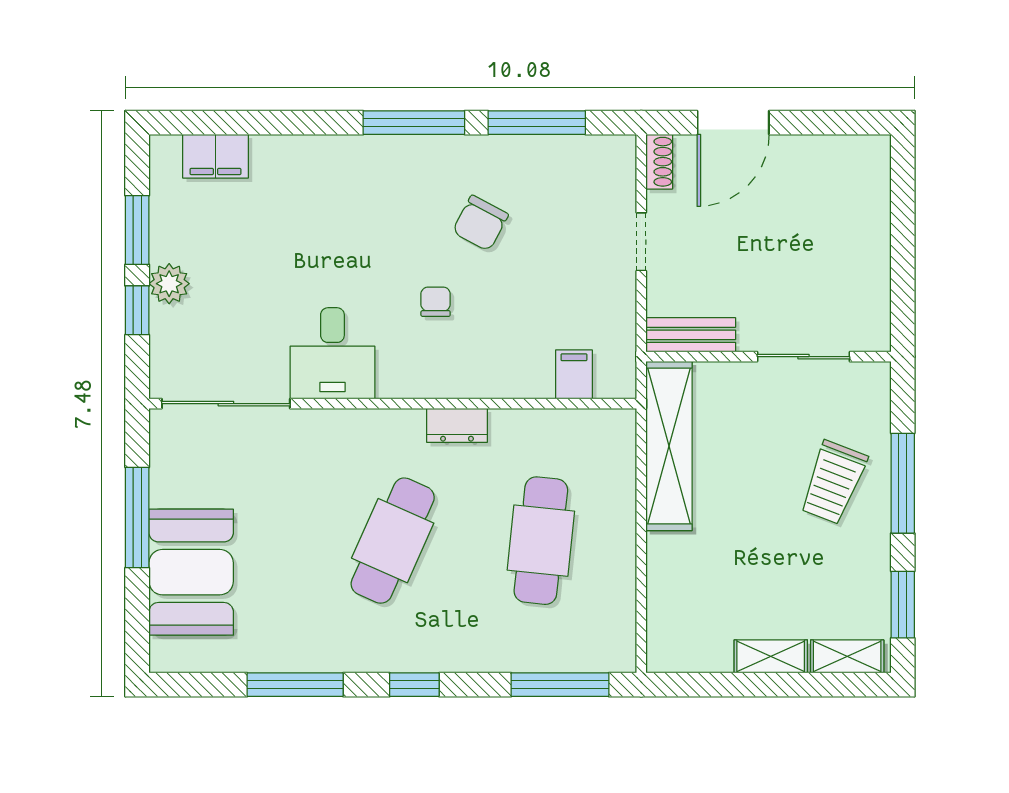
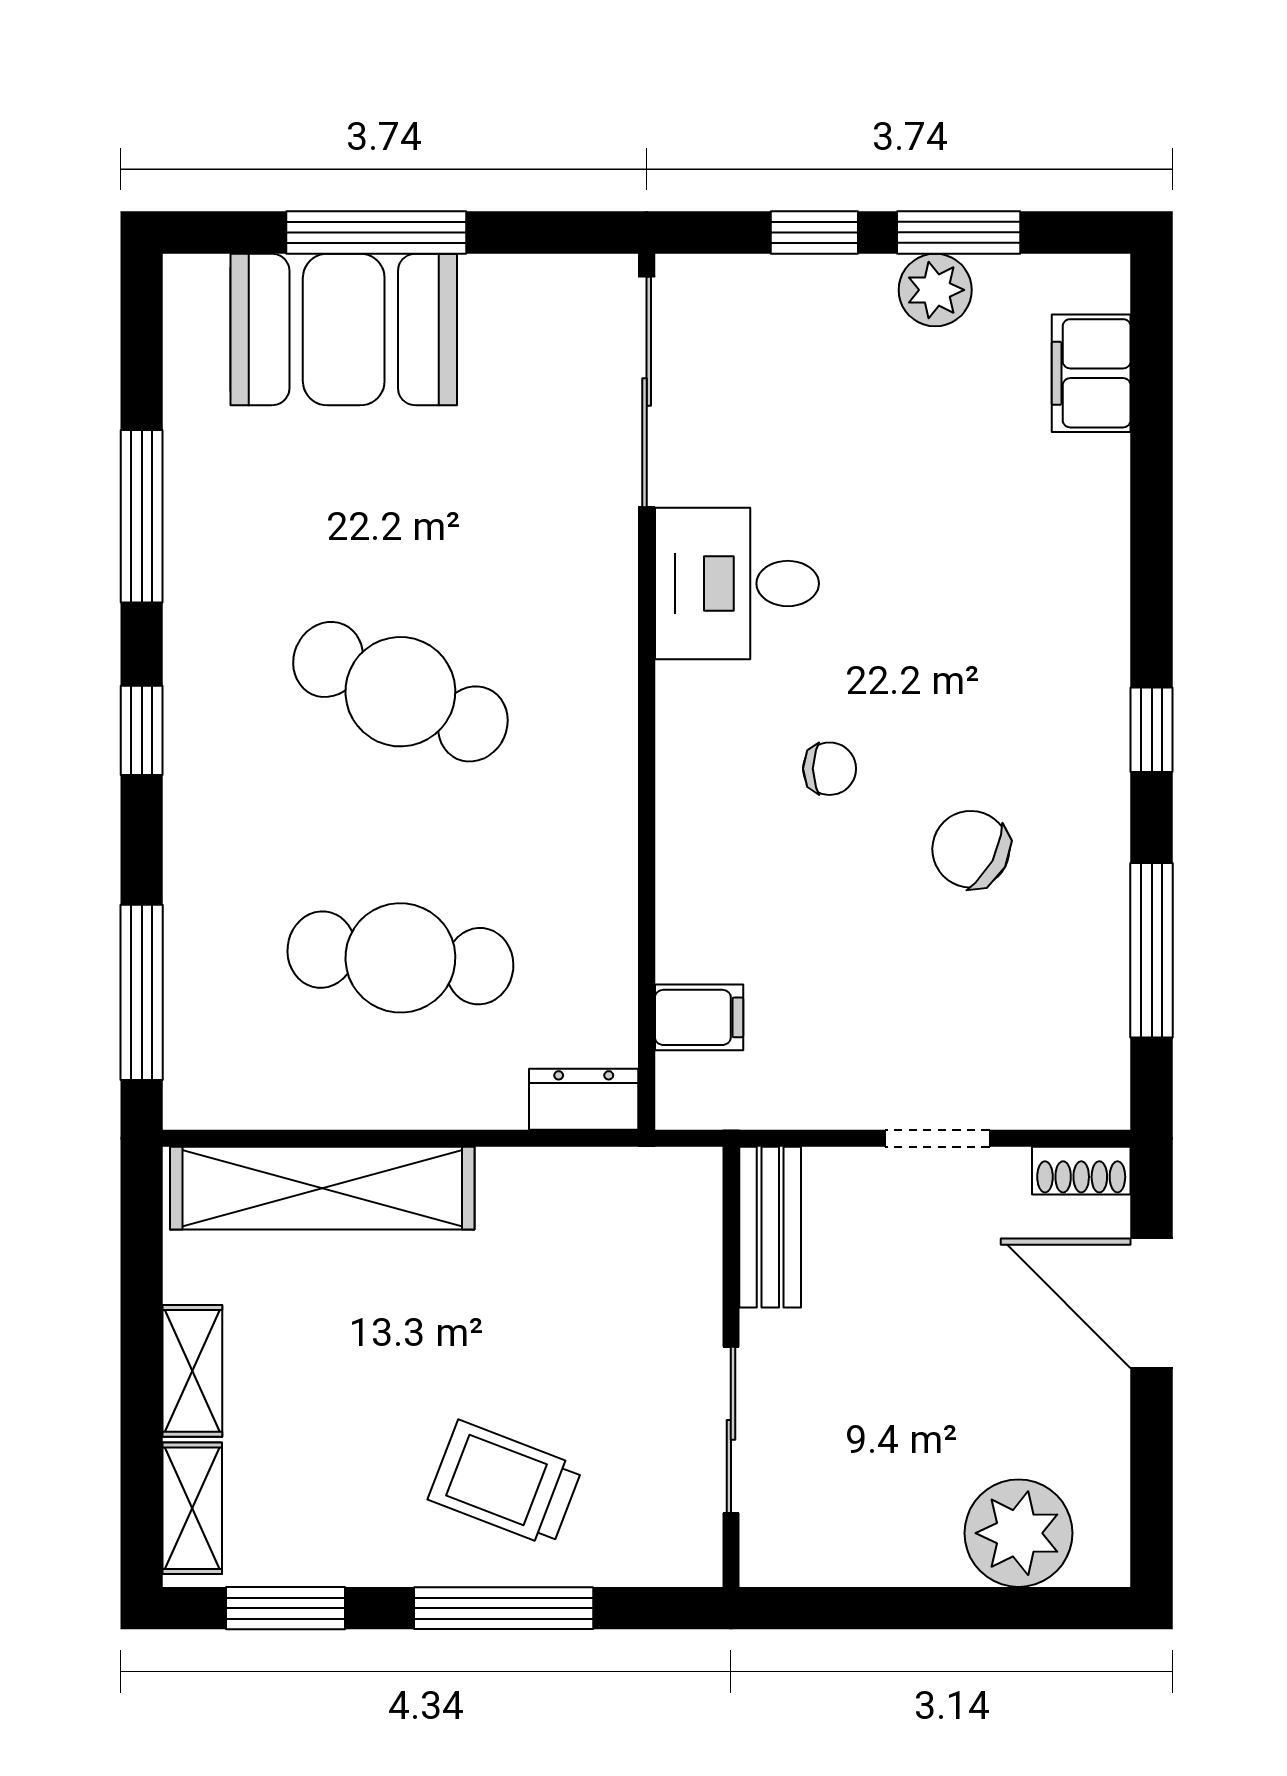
window: (414, 123) -> (1152, 730), width x0.46
plant: (861, 197) -> (1018, 1533), added
plant: (169, 284) -> (935, 290), moved
dresser: (457, 425) -> (584, 1099), moved, turned 90
shelving: (669, 446) -> (322, 1188), moved
window: (137, 518) -> (376, 232), moved

